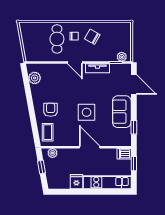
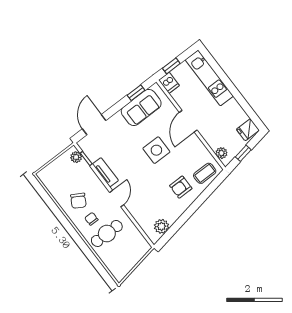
sofa: (122, 112) -> (141, 107), moved
fridge: (76, 182) -> (248, 130), moved

